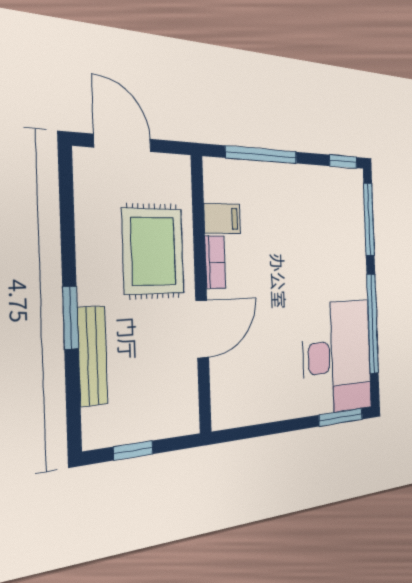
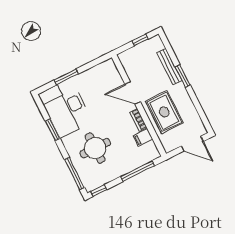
round table: (318, 248) -> (95, 148), added
window: (373, 324) -> (53, 130), width x0.47
door: (202, 329) -> (133, 93), hinge flipped
window: (341, 417) -> (66, 77), moved

